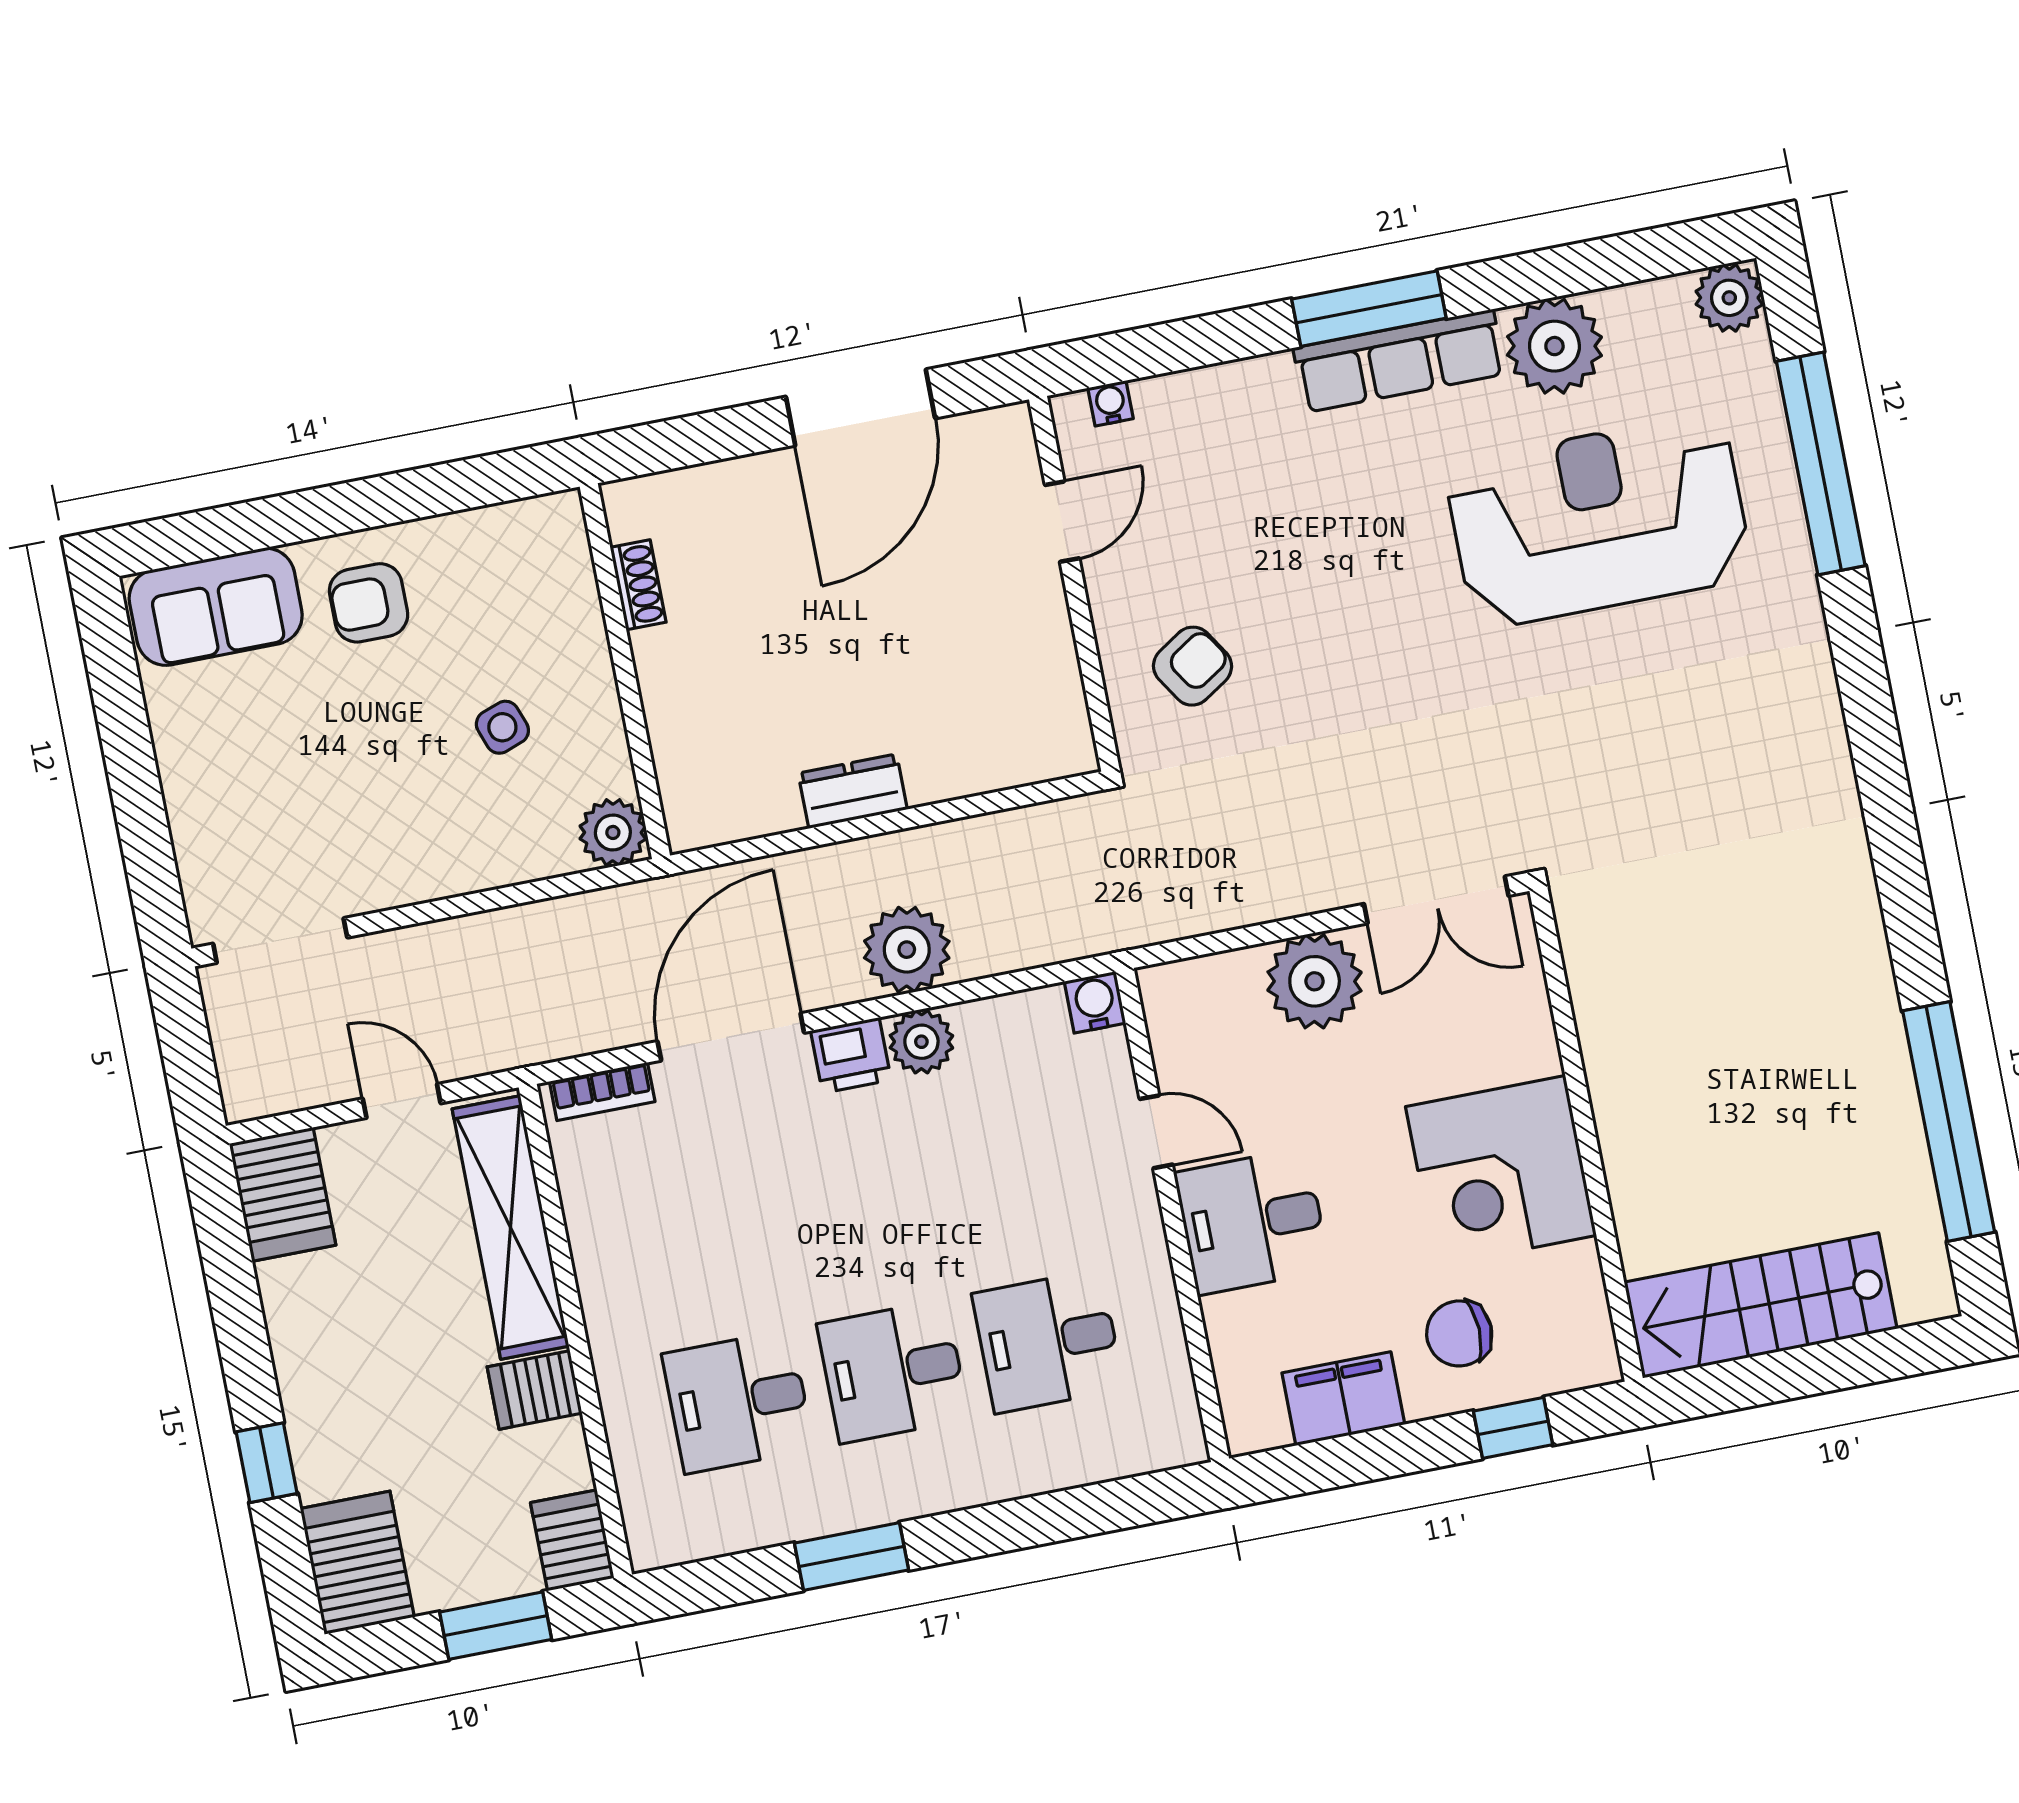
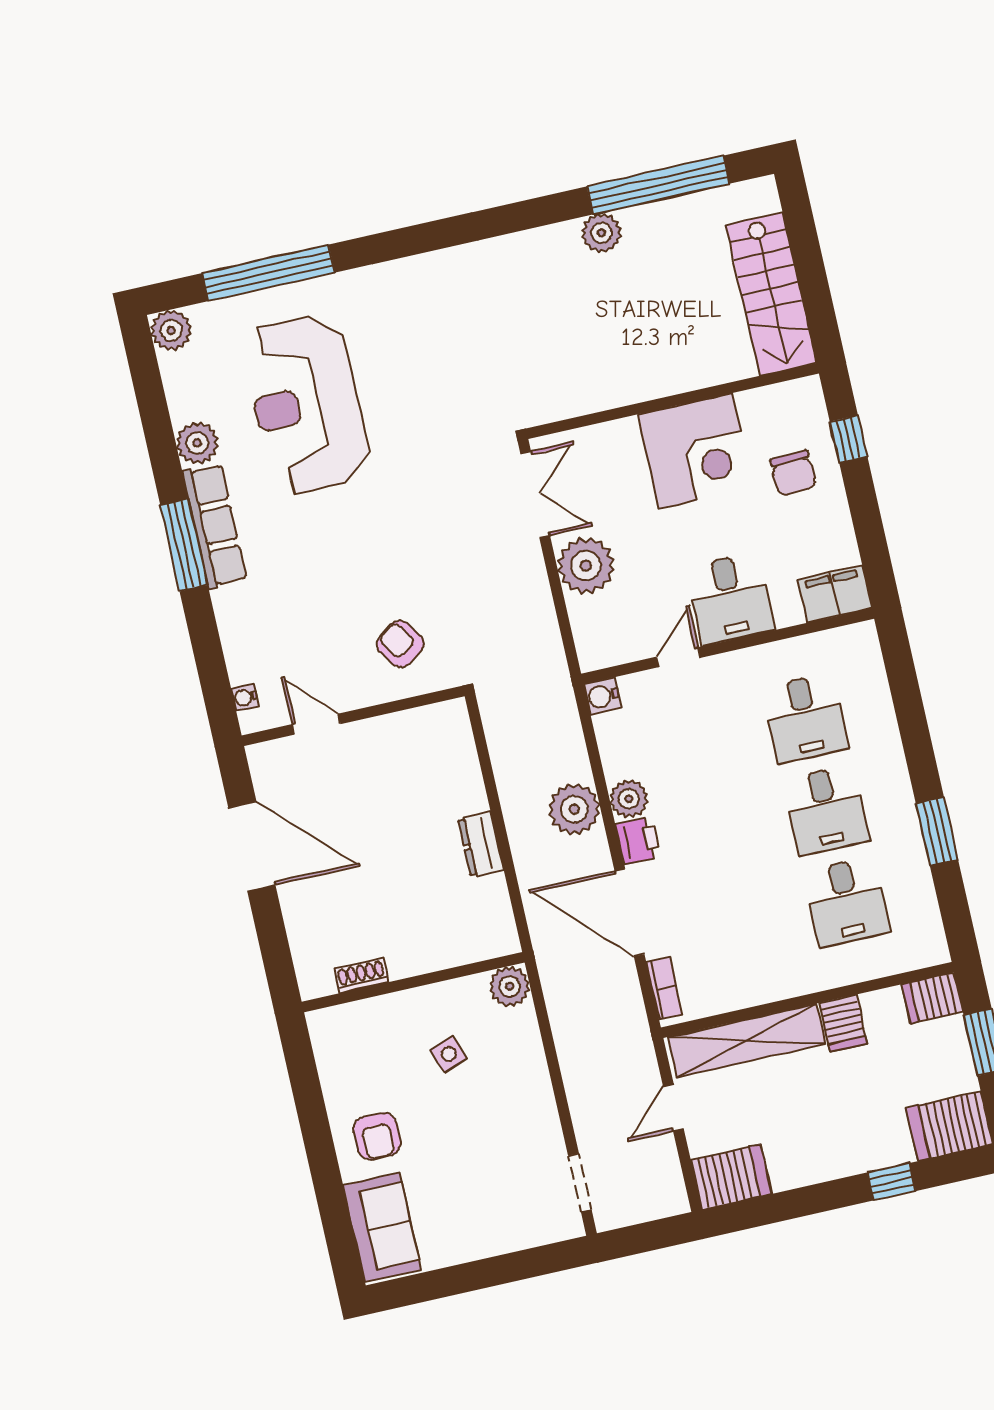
plant: (1554, 346) -> (197, 443), width x0.73, depth x0.73
doorway: (280, 941) -> (580, 1183), width x0.73
plant: (1871, 1024) -> (601, 233), added
filing cabinet: (1343, 1399) -> (835, 594), moved, turned 90

